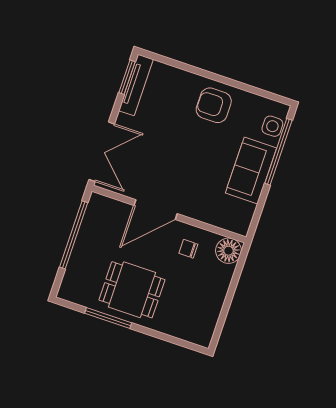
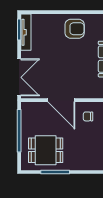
armchair: (214, 105) -> (75, 29), turned 180
door: (156, 210) -> (61, 100), hinge flipped
dining table: (132, 290) -> (46, 150), moved

